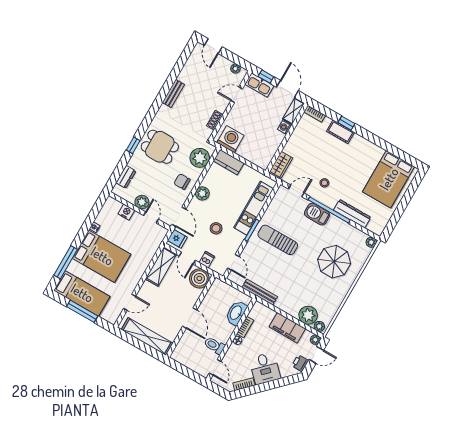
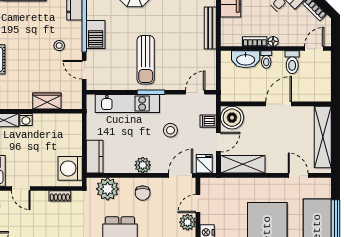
wardrobe: (281, 165) -> (47, 101), moved
bench: (260, 292) -> (210, 28), moved
toilet: (227, 328) -> (266, 60), added

